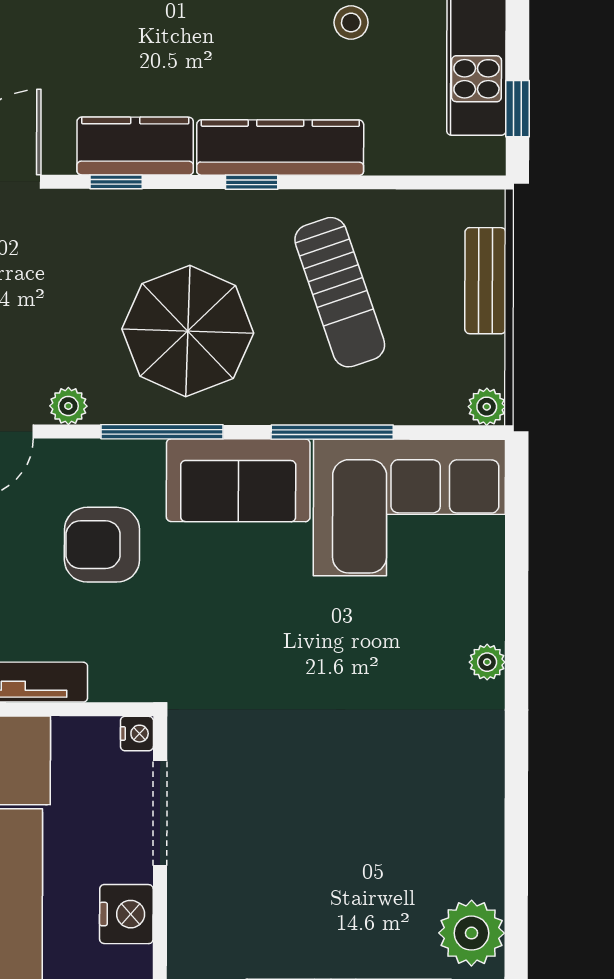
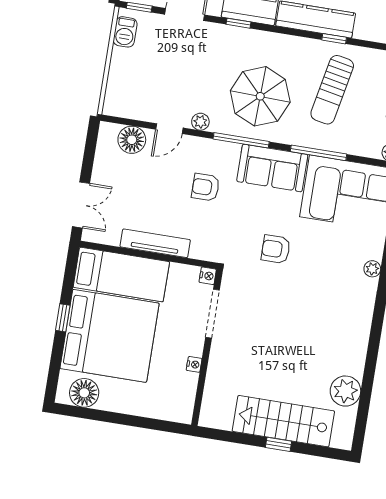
window: (252, 182) -> (334, 39), moved
sun lounger: (340, 292) -> (332, 90), turned 30
armchair: (102, 545) -> (206, 187), width x0.72, depth x0.72
armchair: (274, 653) -> (276, 249), added
nightstand: (126, 914) -> (194, 364), width x0.53, depth x0.56

